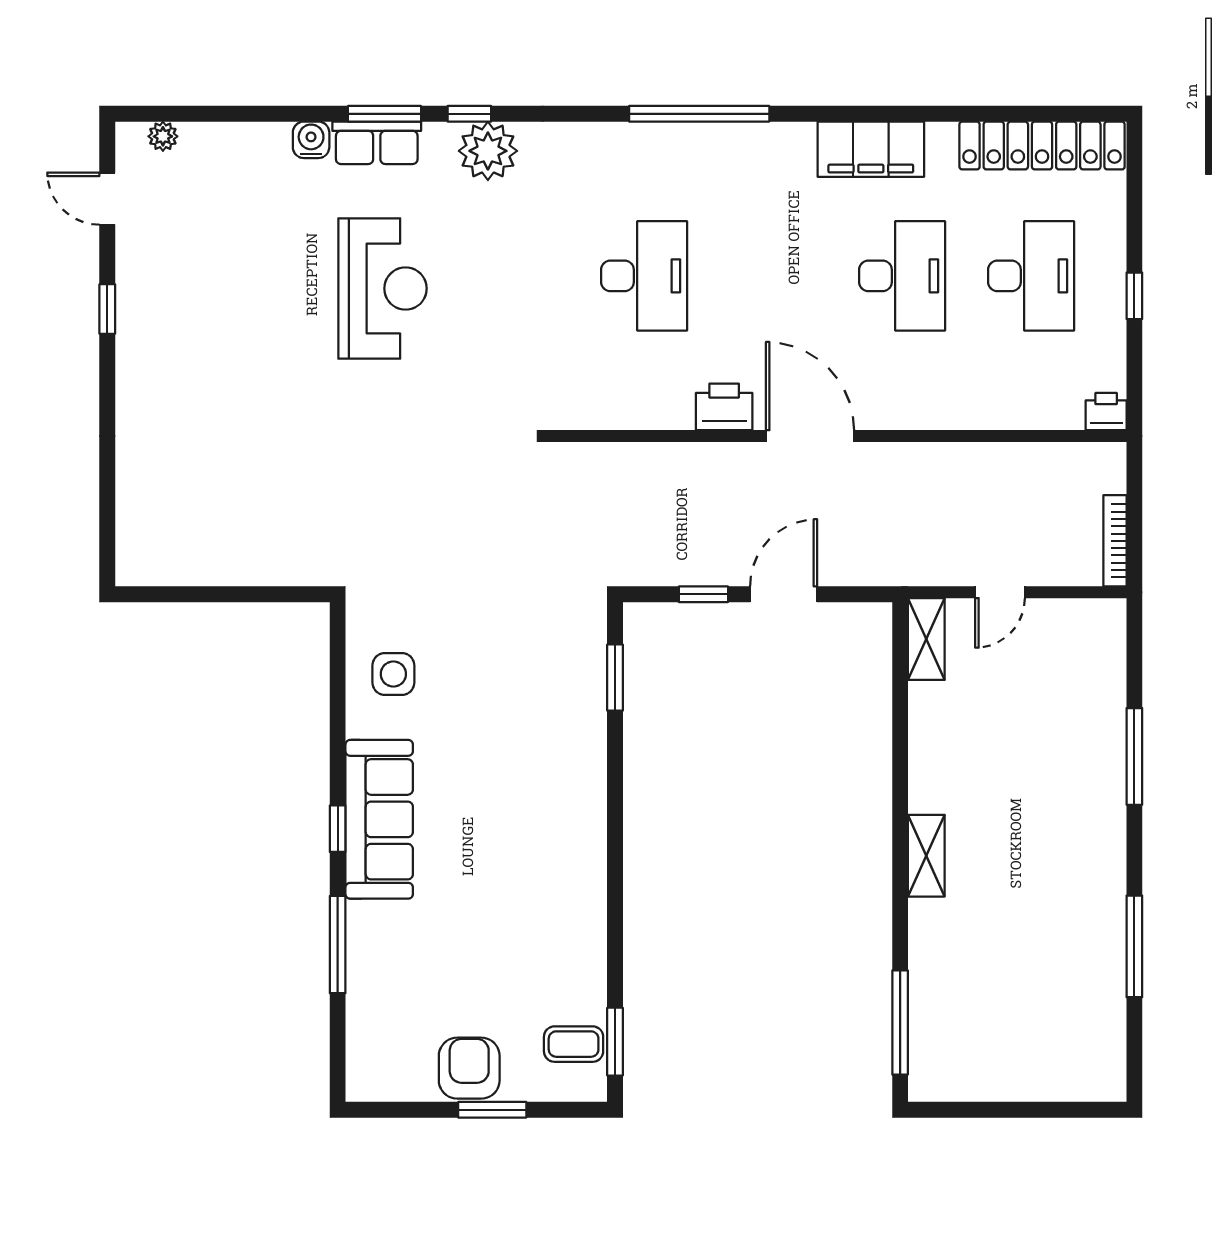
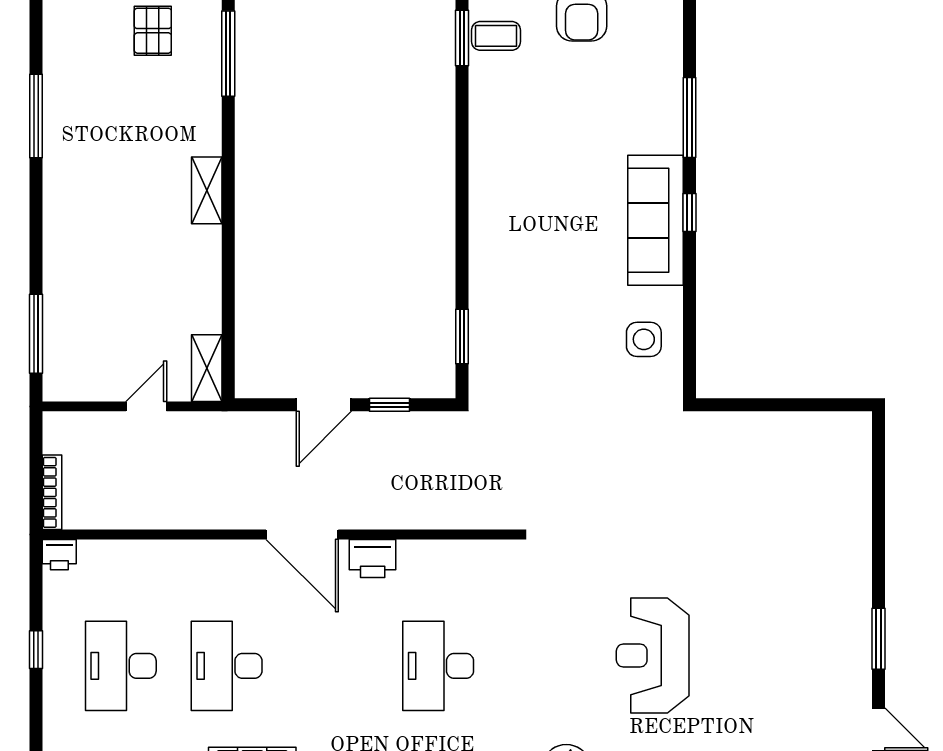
window: (107, 309) -> (878, 639), width x1.50
bookcase: (1115, 541) -> (52, 492), moved
window: (1134, 756) -> (36, 334), moved
pallet: (992, 1050) -> (153, 31), added

